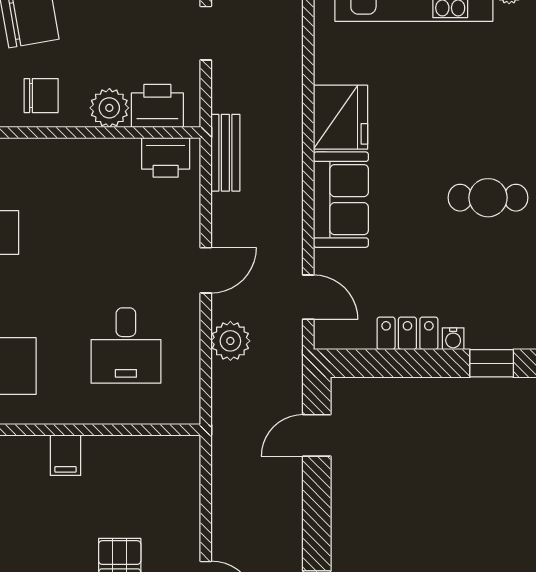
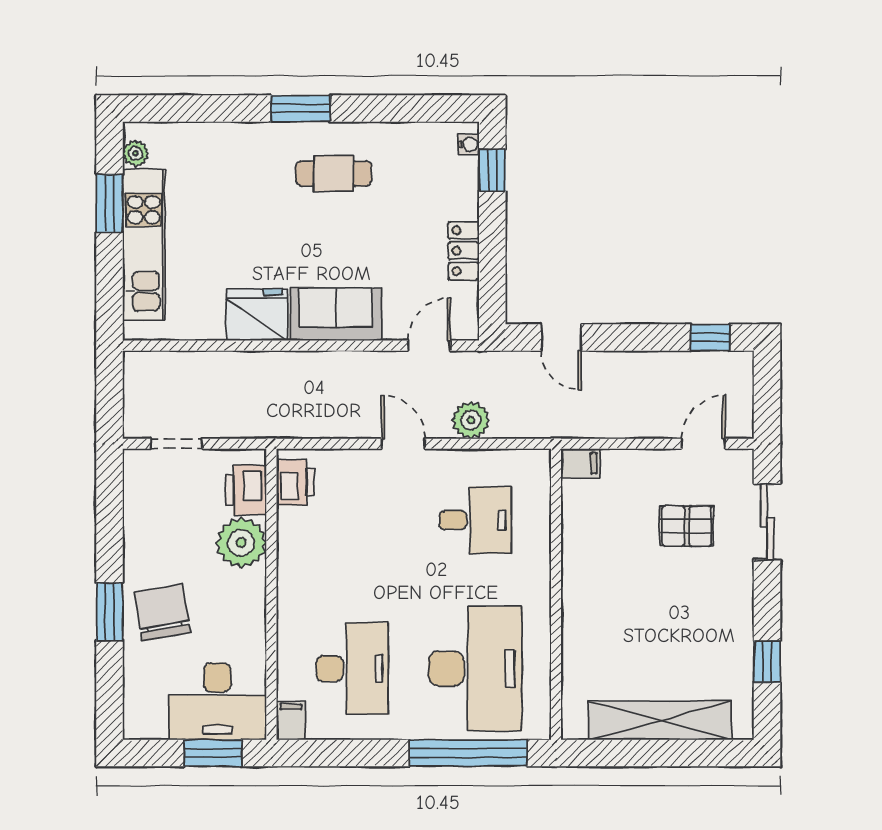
chair: (41, 96) -> (236, 601), removed
plant: (109, 108) -> (241, 543), width x1.36, depth x1.36
bench: (225, 153) -> (291, 425), removed
cafe table: (488, 198) -> (334, 174), turned 90
water cooler: (453, 339) -> (469, 144), moved
filing cabinet: (65, 455) -> (580, 463), moved

